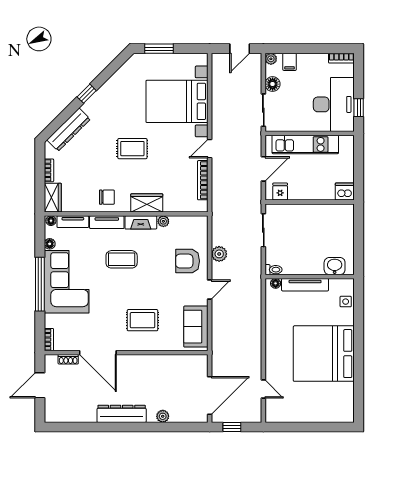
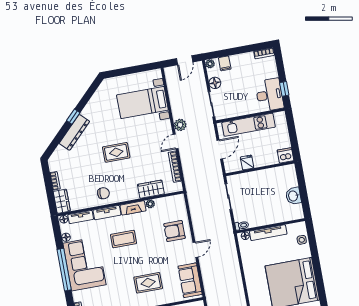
window: (159, 49) -> (123, 72), removed
bed with nightstands: (177, 101) -> (142, 103), width x0.73
desk: (334, 104) -> (269, 95), width x0.73, depth x0.77
dresser: (69, 130) -> (74, 132), moved
fridge: (280, 192) -> (247, 162), moved
wardrobe: (147, 203) -> (151, 189), moved
plant: (219, 254) -> (180, 125), moved
washbasin: (335, 266) -> (293, 196), moved, turned -90

